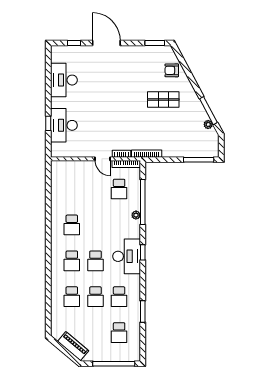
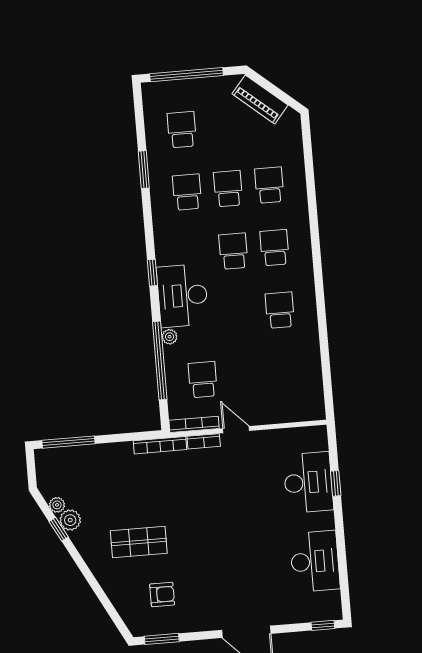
window: (74, 43) -> (323, 625), moved
armchair: (172, 70) -> (162, 594), moved
window: (208, 111) -> (59, 529), width x0.46
plant: (201, 115) -> (70, 520), added
desk: (127, 256) -> (183, 296), moved

